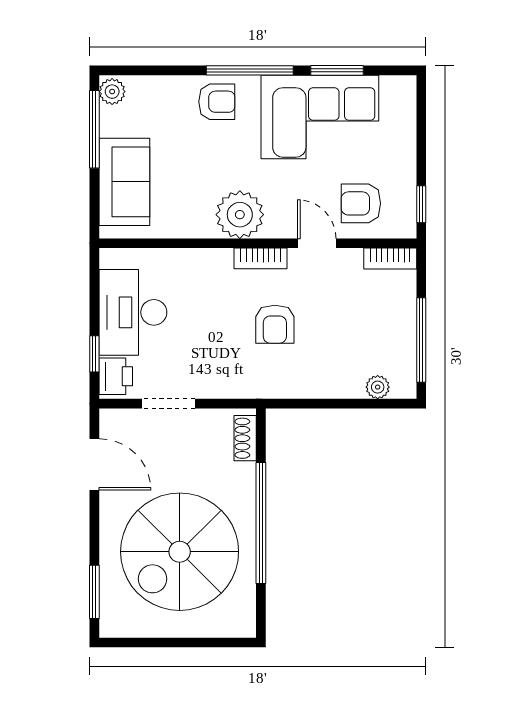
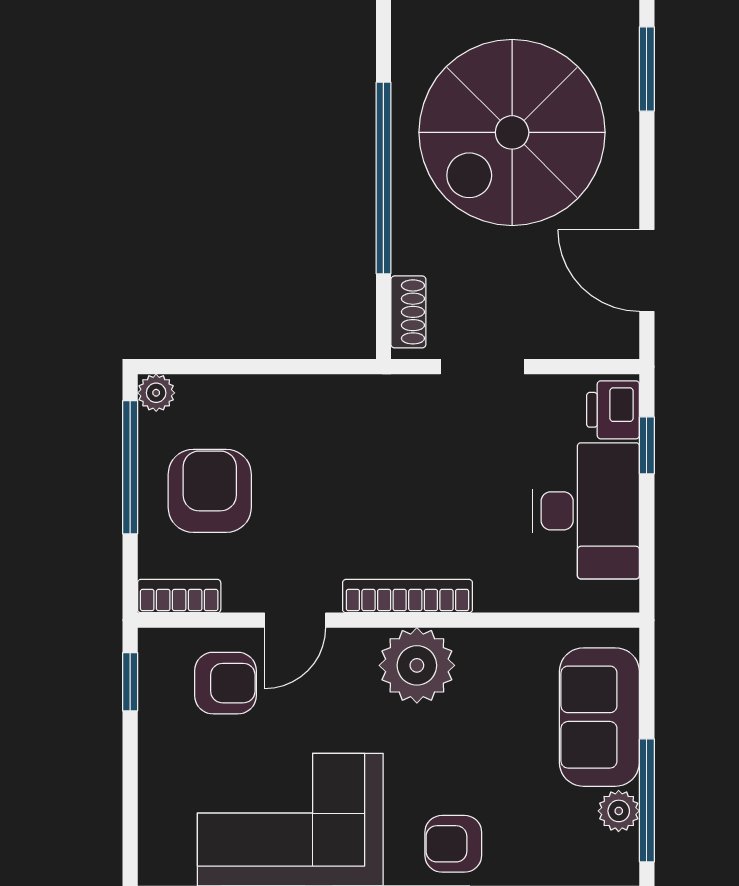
plant: (112, 92) -> (619, 811), moved
door: (317, 243) -> (295, 620), hinge flipped
bookcase: (261, 258) -> (407, 596), width x1.56
armchair: (275, 324) -> (210, 491), moved, width x1.38, depth x1.38
plant: (378, 387) -> (156, 393), moved
doorway: (168, 404) -> (482, 367), moved
spiral stairs: (180, 552) -> (512, 132), turned 180

